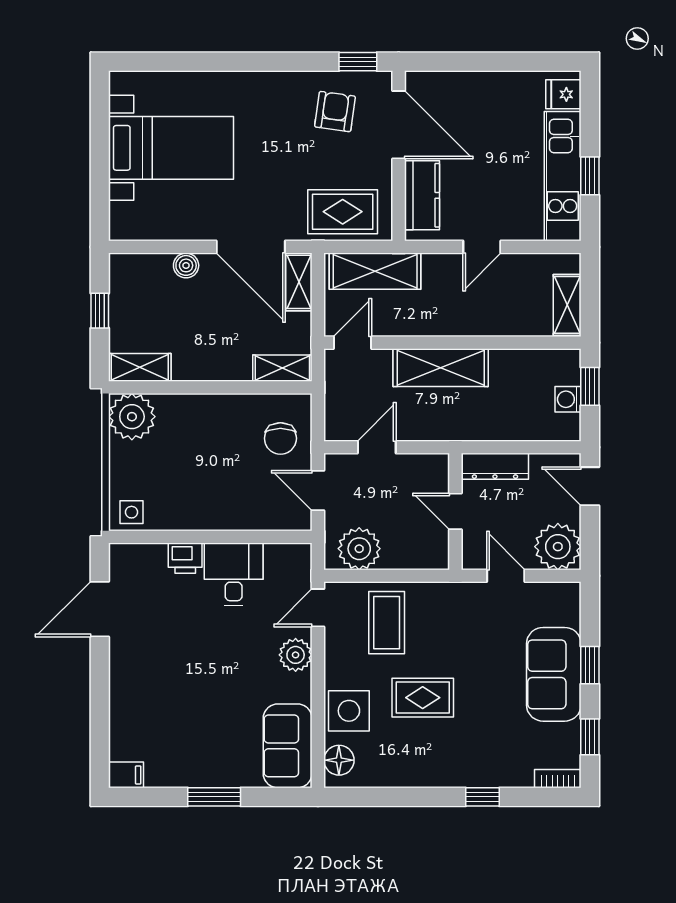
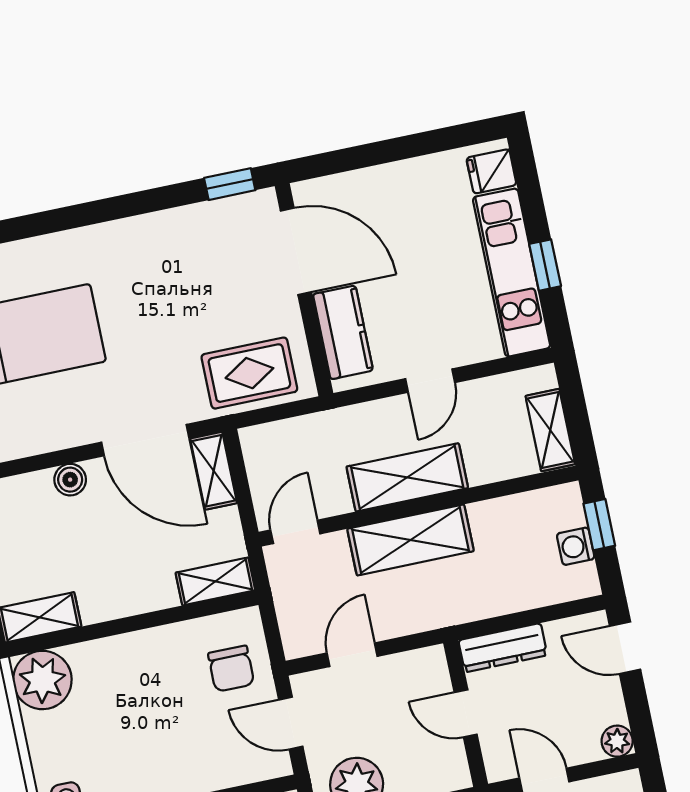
armchair: (335, 112) -> (214, 251), removed
shelving: (375, 271) -> (407, 477), moved
plant: (558, 547) -> (617, 741), width x0.53, depth x0.53

